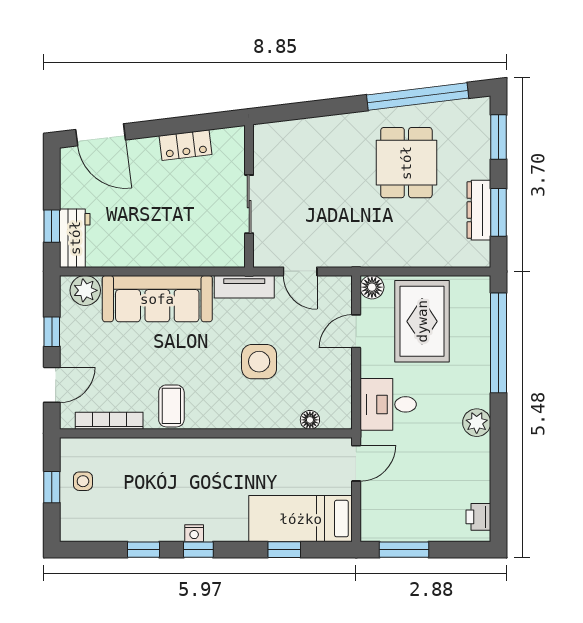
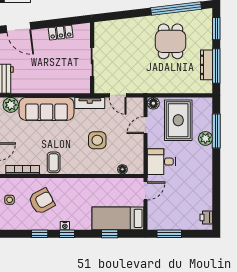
window: (499, 212) -> (216, 66), width x1.44
window: (499, 343) -> (216, 131), width x0.68
plant: (477, 423) -> (205, 138), moved
armchair: (147, 484) -> (42, 201), added

